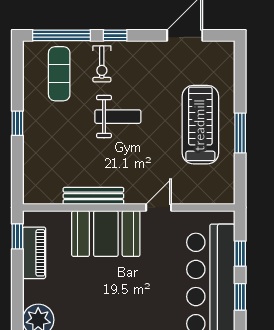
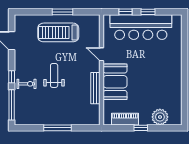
exercise mat: (59, 74) -> (32, 106), removed
window: (17, 123) -> (58, 128), width x2.17
window: (17, 236) -> (141, 128), moved

